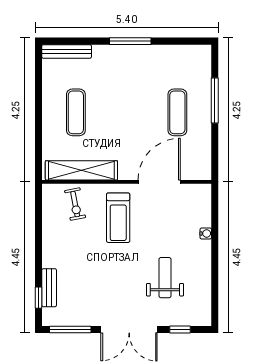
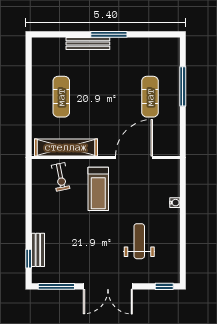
bench: (67, 51) -> (88, 43), moved
window: (180, 329) -> (164, 286), moved

